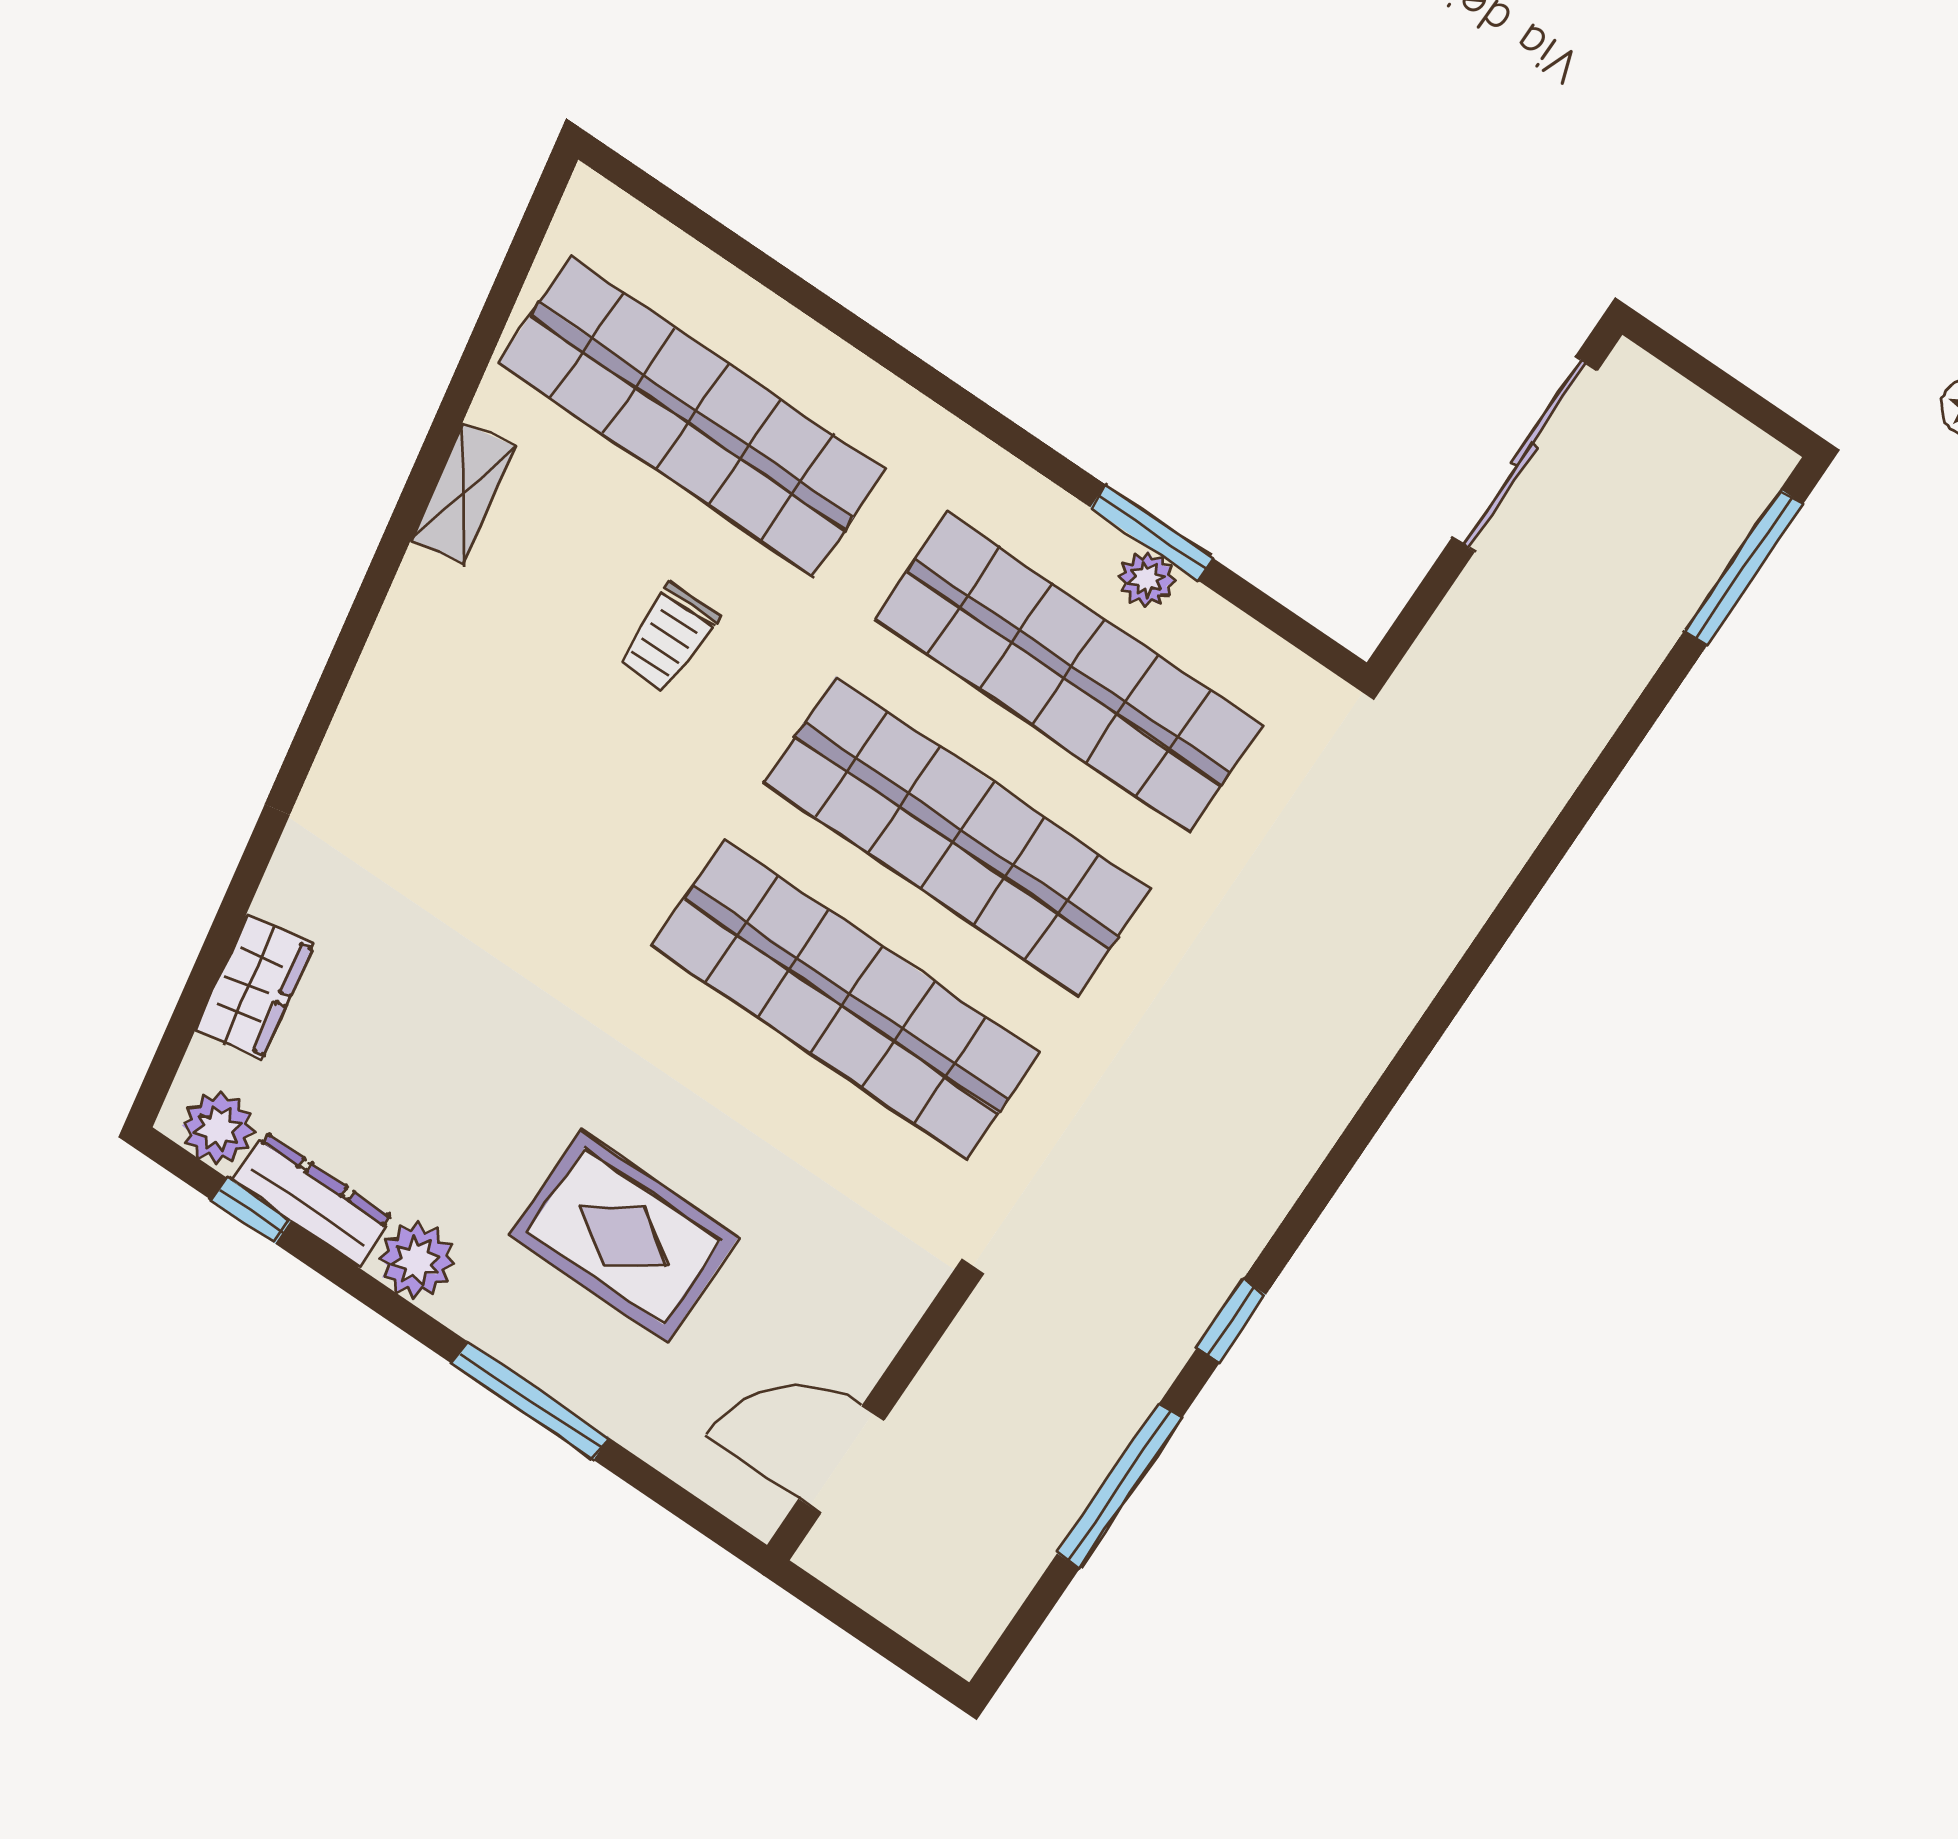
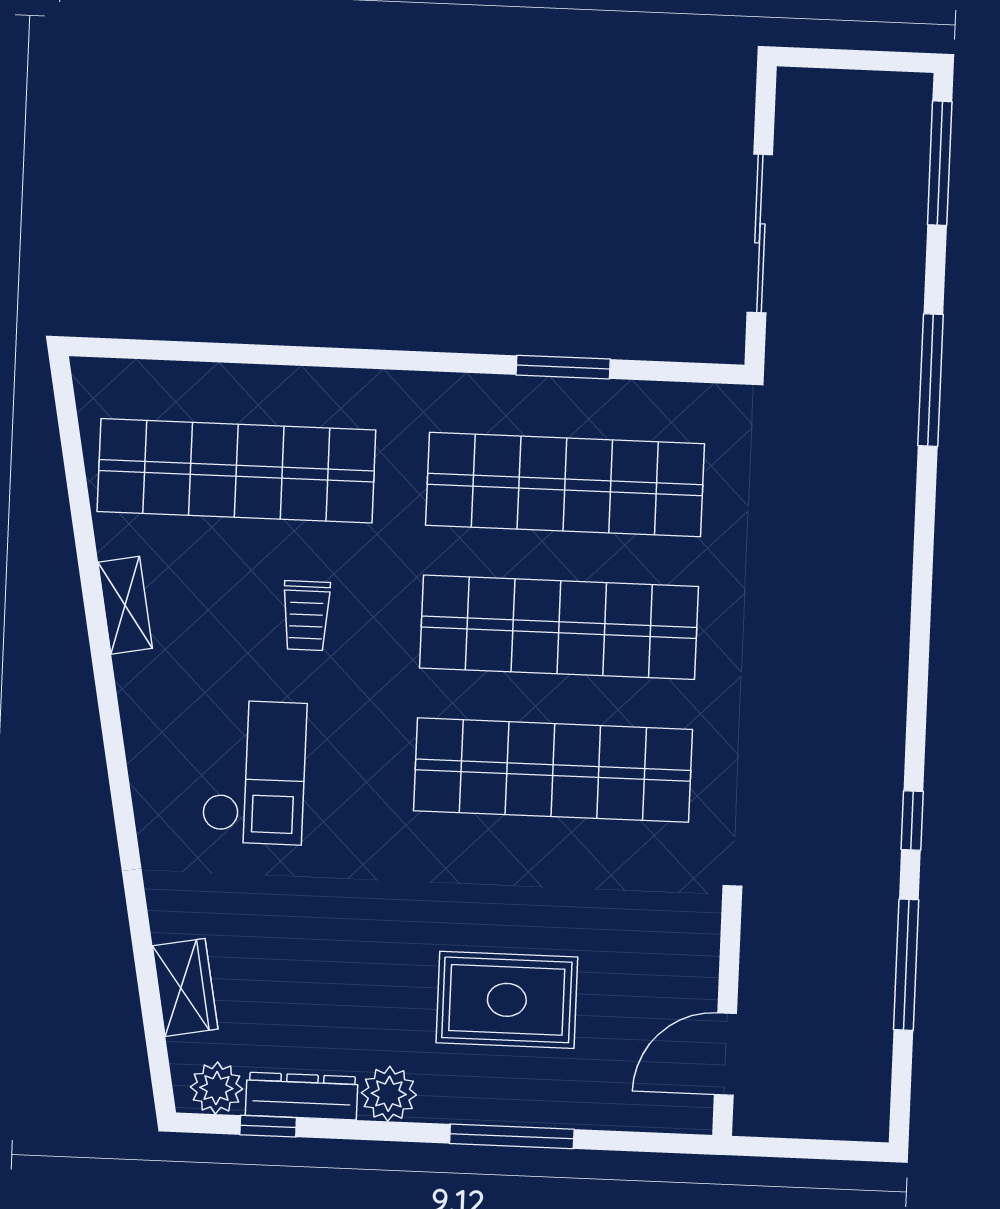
sliding door: (1525, 454) -> (760, 233), moved
plant: (1146, 579) -> (578, 398), removed
checkout: (493, 784) -> (254, 772), added
window: (1575, 816) -> (931, 380), added

